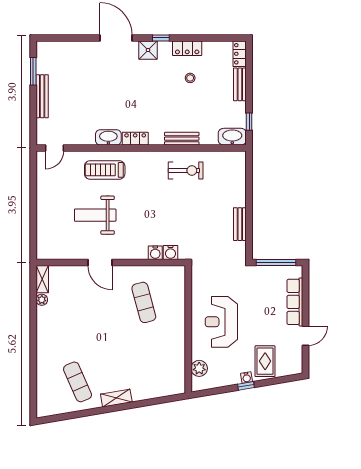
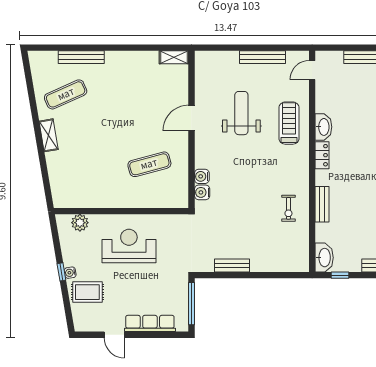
door: (55, 148) -> (312, 70), hinge flipped
exercise bike: (186, 170) -> (288, 208), width x0.73, depth x0.72
bench: (42, 195) -> (262, 57), added
plant: (42, 300) -> (152, 57), removed
bench: (42, 367) -> (81, 57), added

